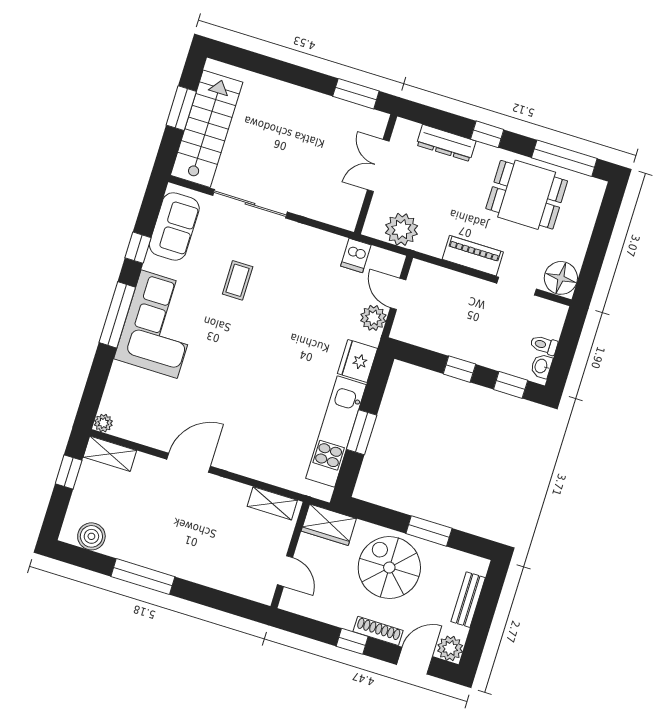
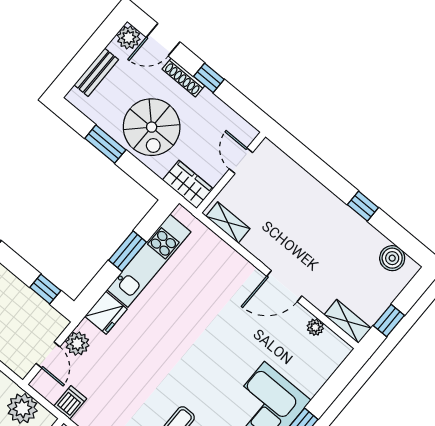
window: (459, 369) -> (45, 289), moved
plant: (103, 423) -> (315, 327), moved
window: (143, 577) -> (363, 206), width x0.46

